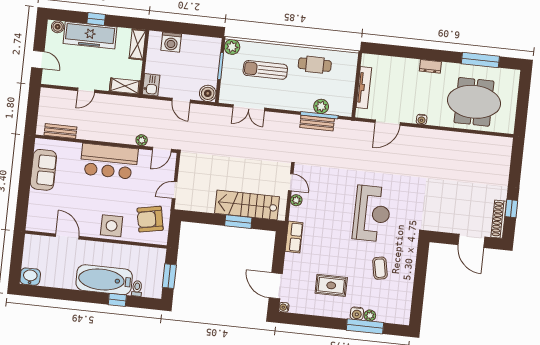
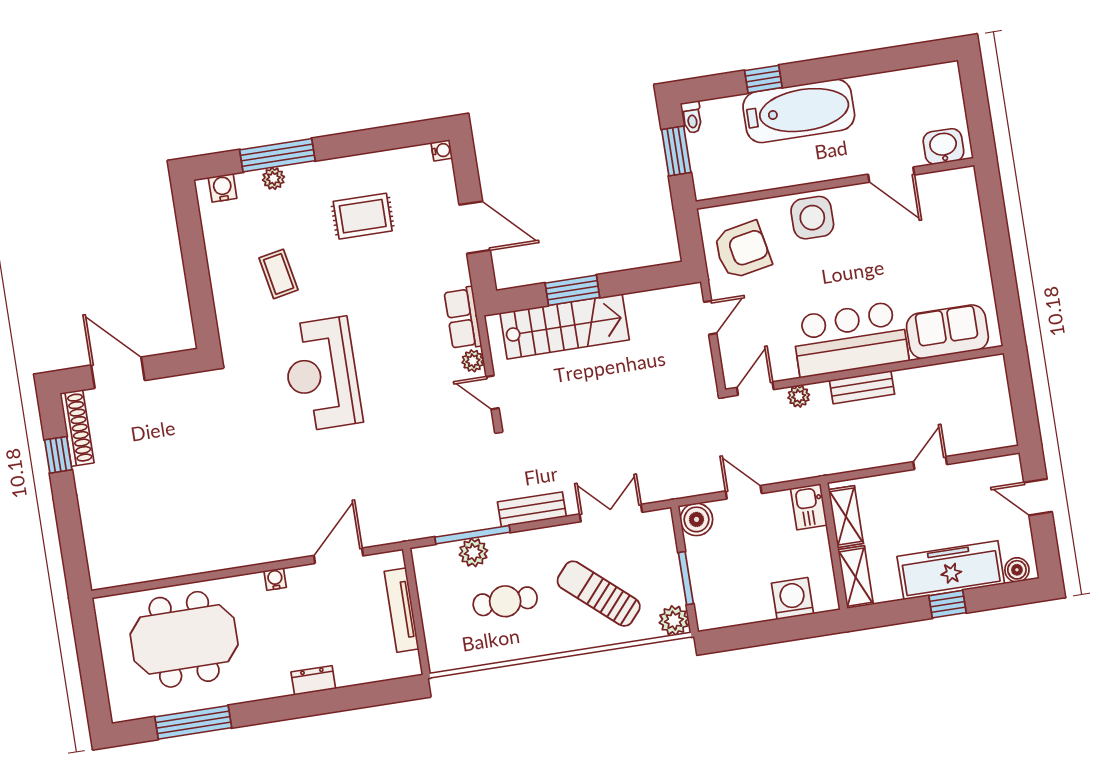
cafe table: (315, 65) -> (505, 601), moved
dresser: (430, 66) -> (313, 680), moved
sun lounger: (265, 70) -> (599, 594), turned -139
shelving: (125, 86) -> (846, 517), moved, turned 90
bench: (317, 123) -> (532, 509), moved
bench: (60, 131) -> (862, 387), moved
sofa: (43, 170) -> (947, 332), moved, turned 90
row of seats: (294, 237) -> (463, 318), moved
washbasin: (30, 277) -> (943, 146), moved, turned 180
door: (276, 286) -> (475, 227), moved
toilet: (137, 288) -> (692, 117), moved
water cooler: (357, 313) -> (223, 188), moved

